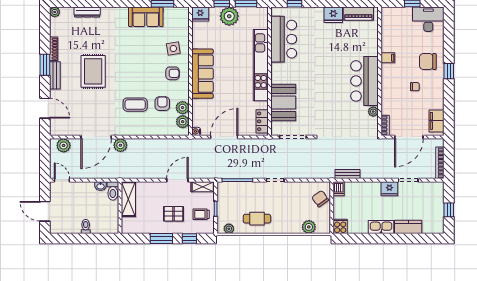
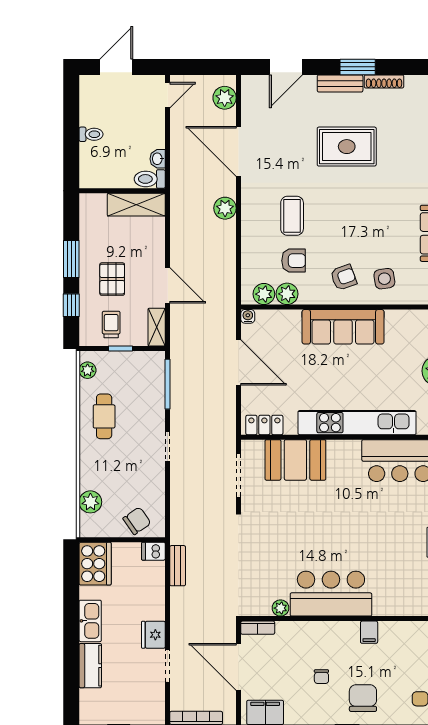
armchair: (172, 73) -> (344, 277), turned -110
plant: (120, 145) -> (225, 208), moved
cooker: (340, 226) -> (95, 564), width x1.87, depth x1.31

